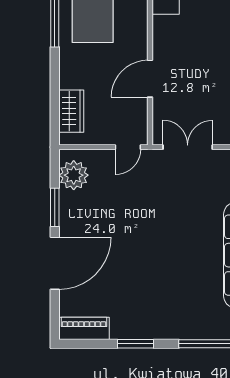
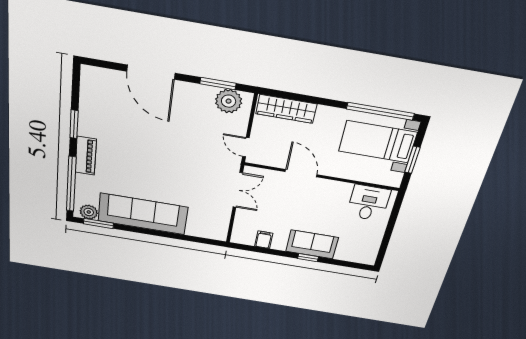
wardrobe: (71, 111) -> (286, 109), width x1.50
window: (55, 207) -> (218, 84), moved
piano: (84, 328) -> (86, 156), moved

